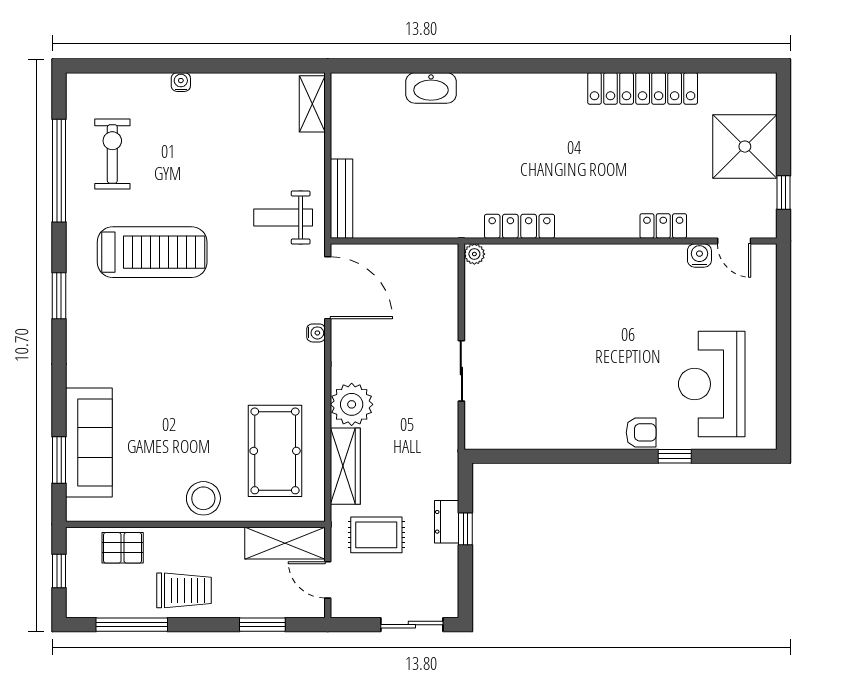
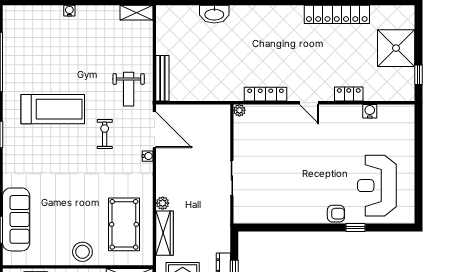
shelving: (312, 104) -> (136, 13), moved, turned 90
exercise bike: (112, 154) -> (105, 134), moved, width x0.73, depth x0.72
weight bench: (283, 218) -> (129, 89), turned -90
door: (734, 241) -> (309, 103), moved
plant: (352, 404) -> (163, 203), width x0.53, depth x0.53

